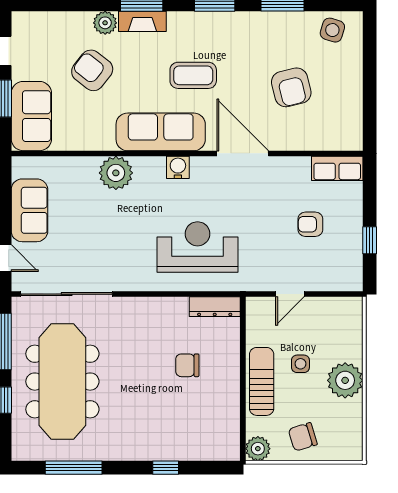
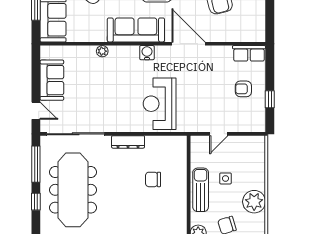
plant: (116, 173) -> (102, 51), width x0.53, depth x0.53
armchair: (310, 224) -> (243, 89), moved
reception desk: (198, 247) -> (160, 104), turned -90
dresser: (215, 307) -> (128, 142), moved
plant: (345, 380) -> (254, 202), moved

